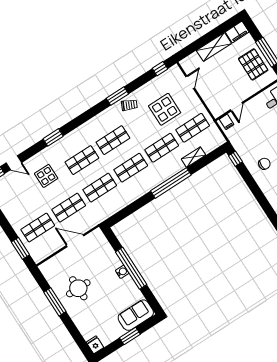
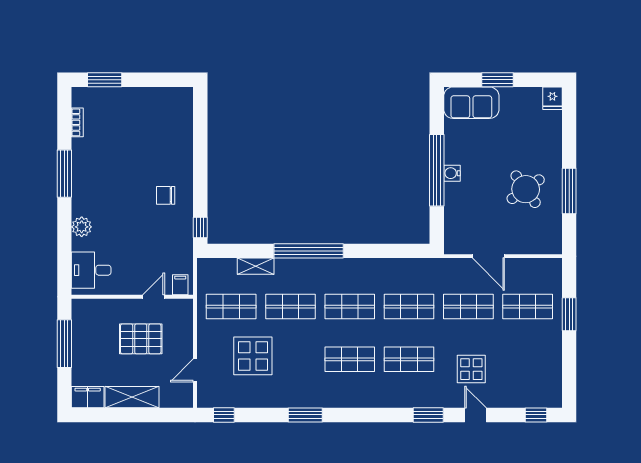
pallet: (253, 64) -> (141, 339), moved, turned 90
trolley: (129, 105) -> (297, 392), removed
door: (14, 163) -> (476, 415), moved
window: (20, 248) -> (569, 314), moved
round table: (78, 288) -> (526, 189), turned -35

